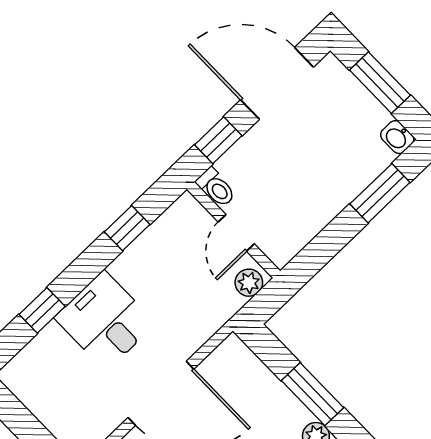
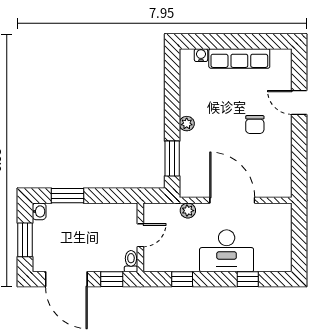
plant: (249, 283) -> (188, 211), moved
desk: (105, 321) -> (227, 251), width x1.37
window: (312, 394) -> (172, 159), moved

